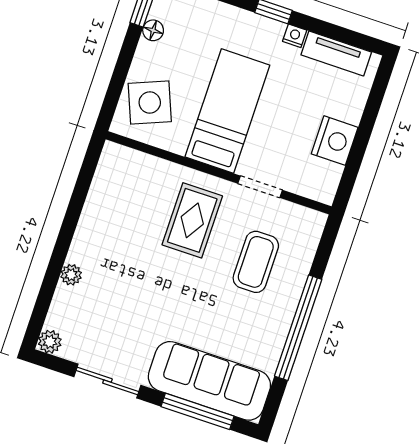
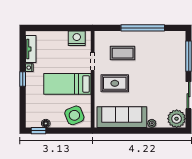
nightstand: (335, 141) -> (77, 38), moved
plant: (50, 342) -> (177, 119), width x1.87, depth x1.87
sofa: (209, 381) -> (122, 117), moved, turned 90

